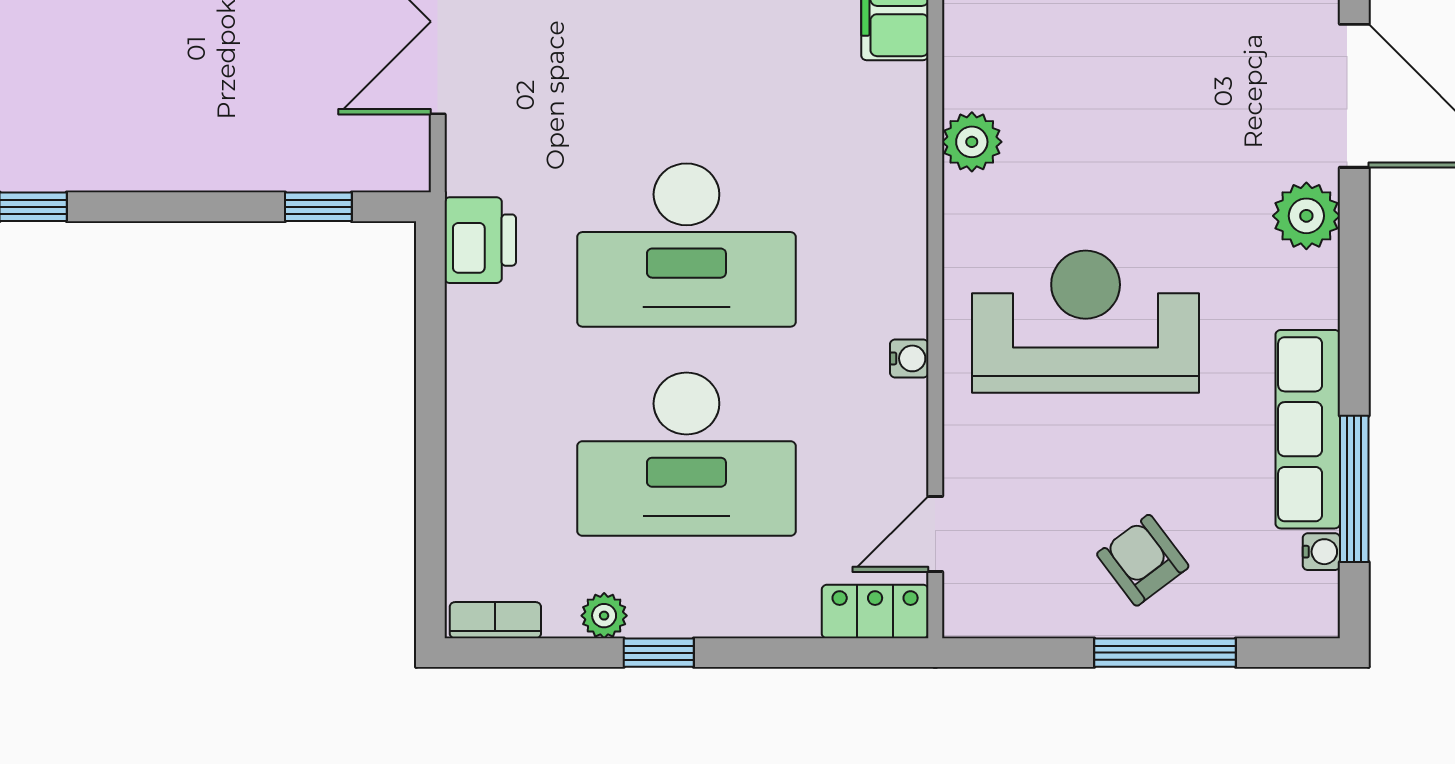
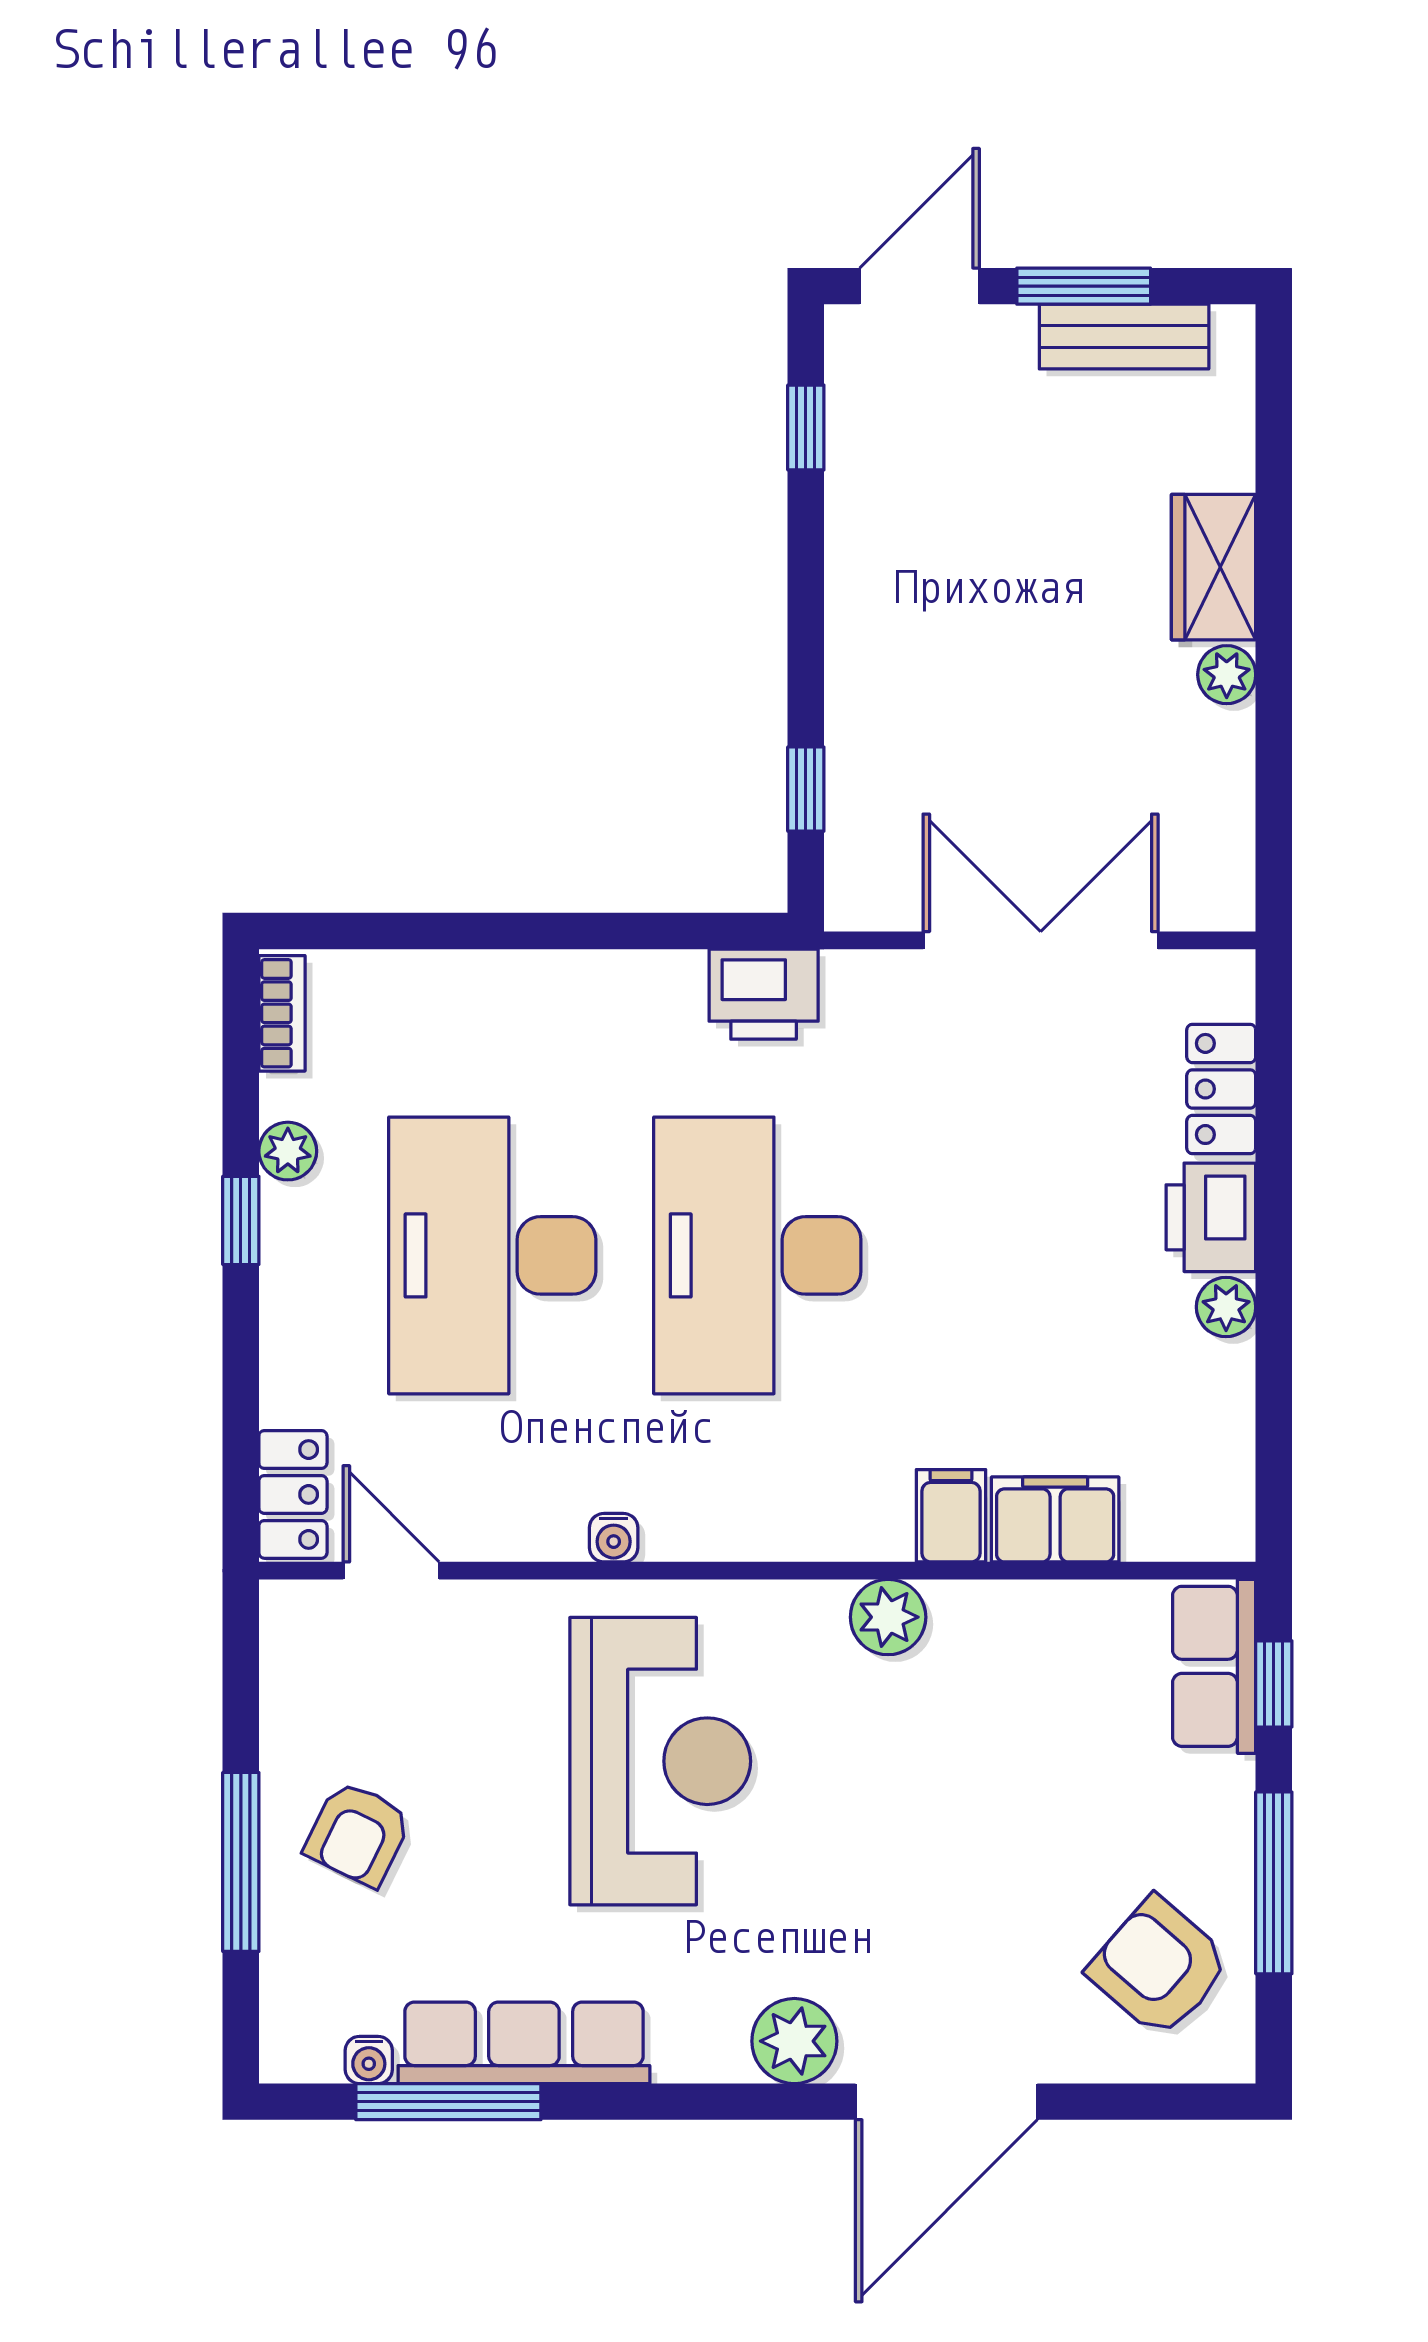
filing cabinet: (892, 92) -> (951, 1516), added
armchair: (1143, 560) -> (358, 1834), turned 153

